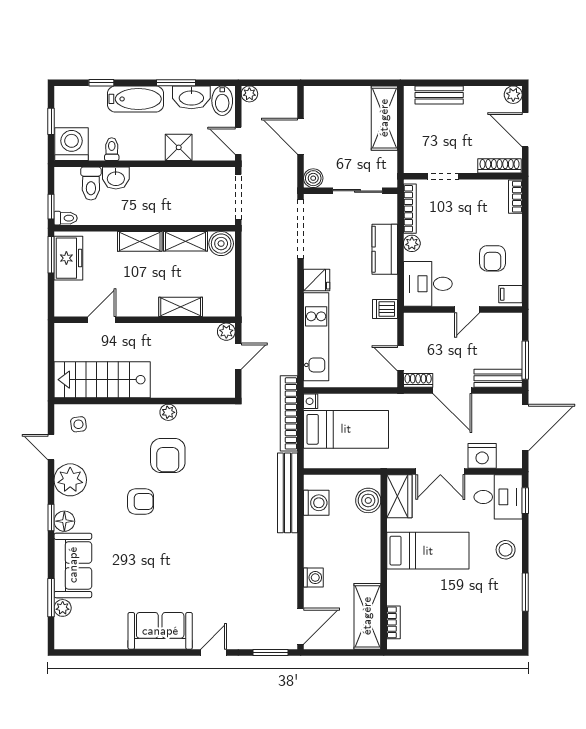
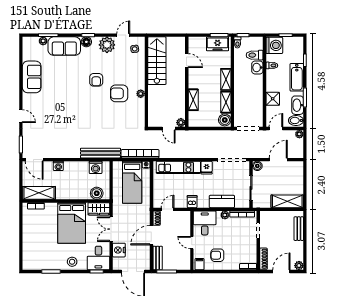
bed: (428, 551) -> (72, 223), width x1.50
sofa: (160, 631) -> (32, 77), moved

